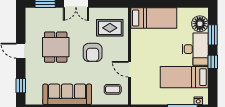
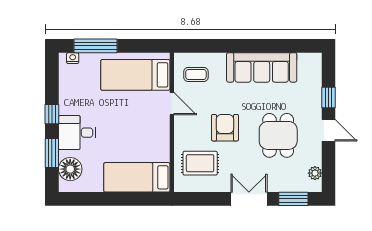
plant: (30, 21) -> (315, 173), added
desk: (195, 49) -> (77, 133), width x0.73
bed: (184, 77) -> (135, 75), moved, turned 180
window: (21, 86) -> (328, 98), moved

